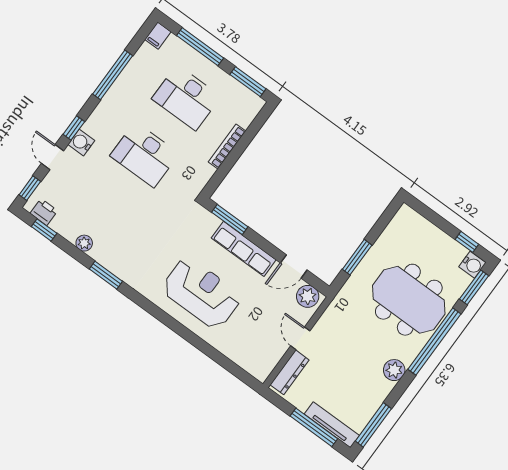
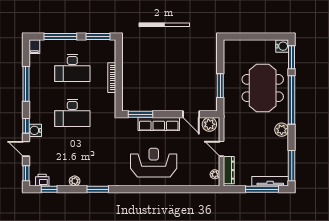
window: (467, 242) -> (271, 36), removed
door: (294, 266) -> (191, 114), hinge flipped
meeting table: (409, 300) -> (263, 88), turned 90
plant: (268, 365) -> (215, 174), added

